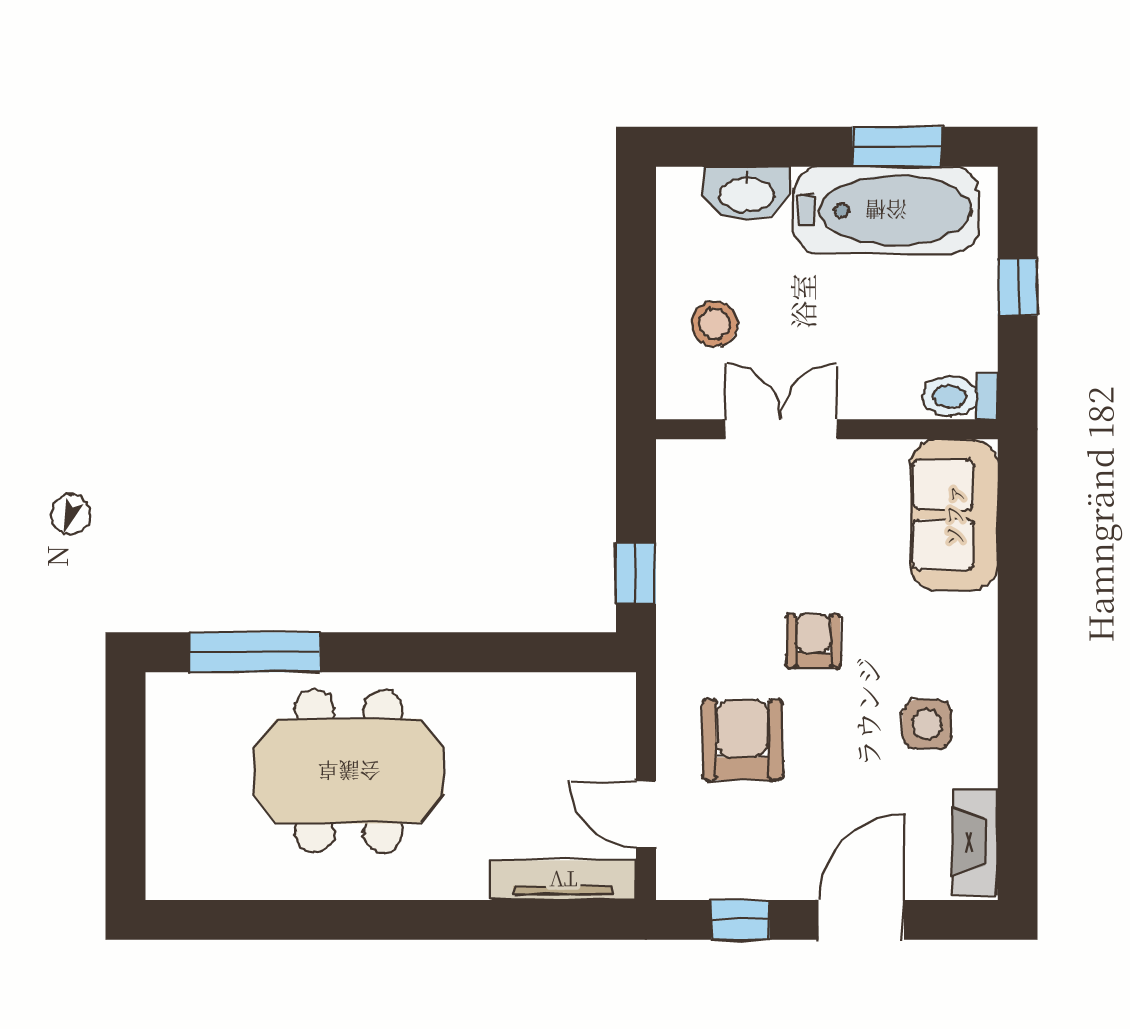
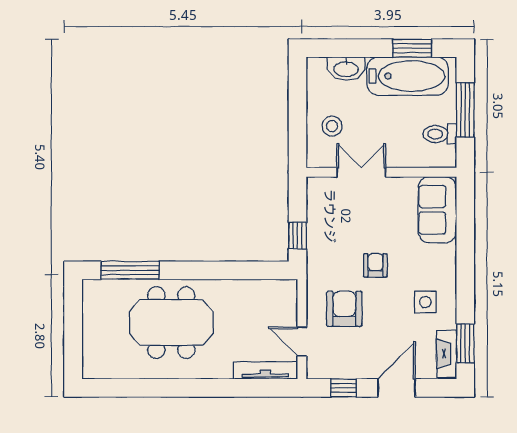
window: (1018, 287) -> (465, 110), width x2.17
toilet: (960, 396) -> (440, 134), moved
window: (1018, 818) -> (465, 343), added

